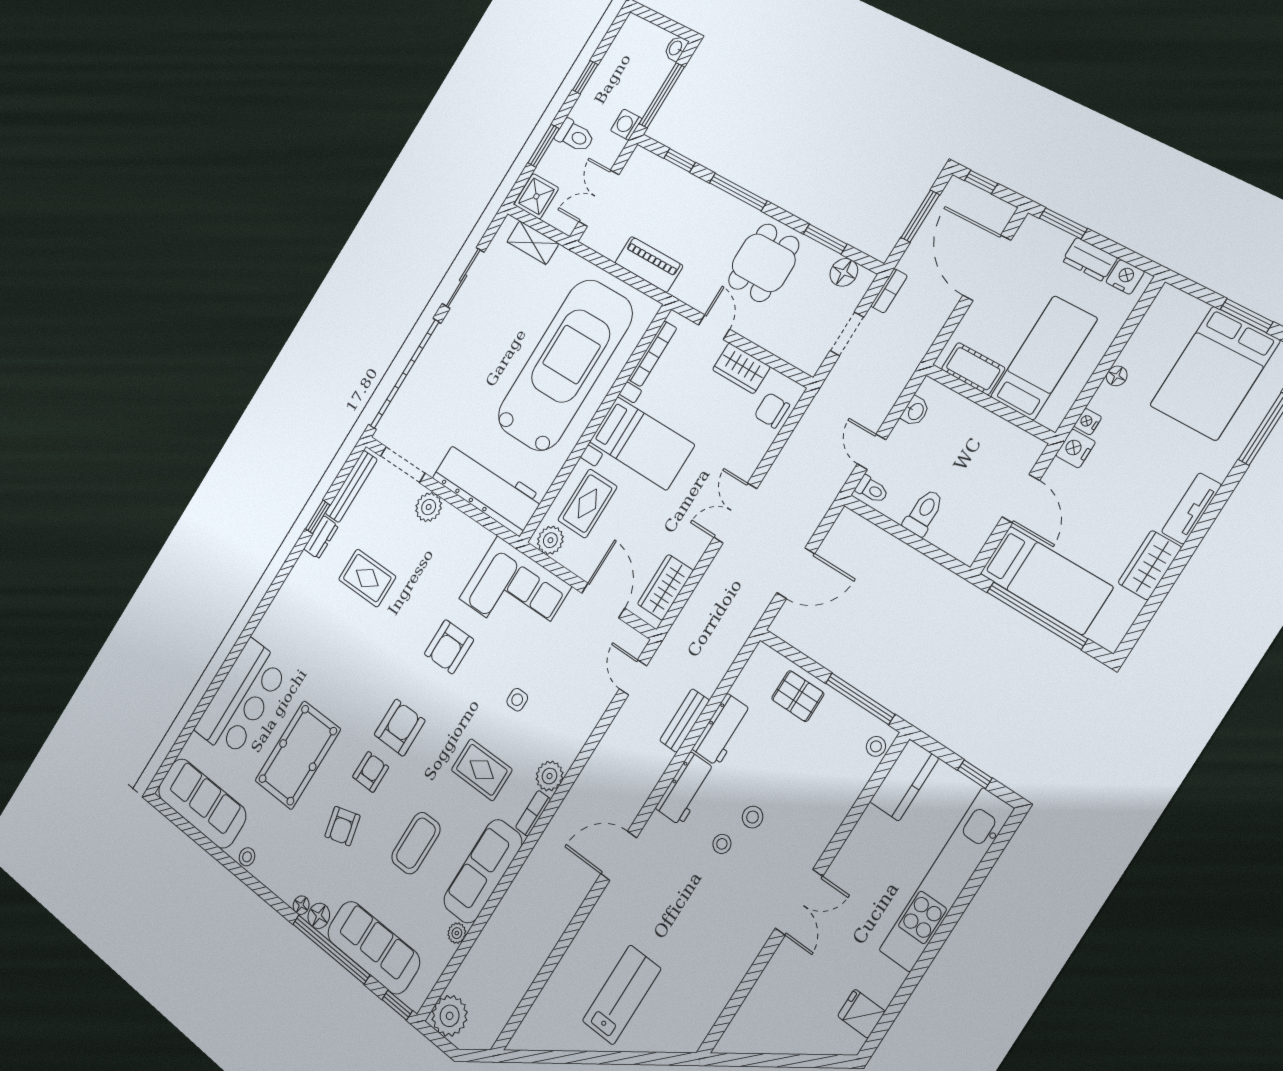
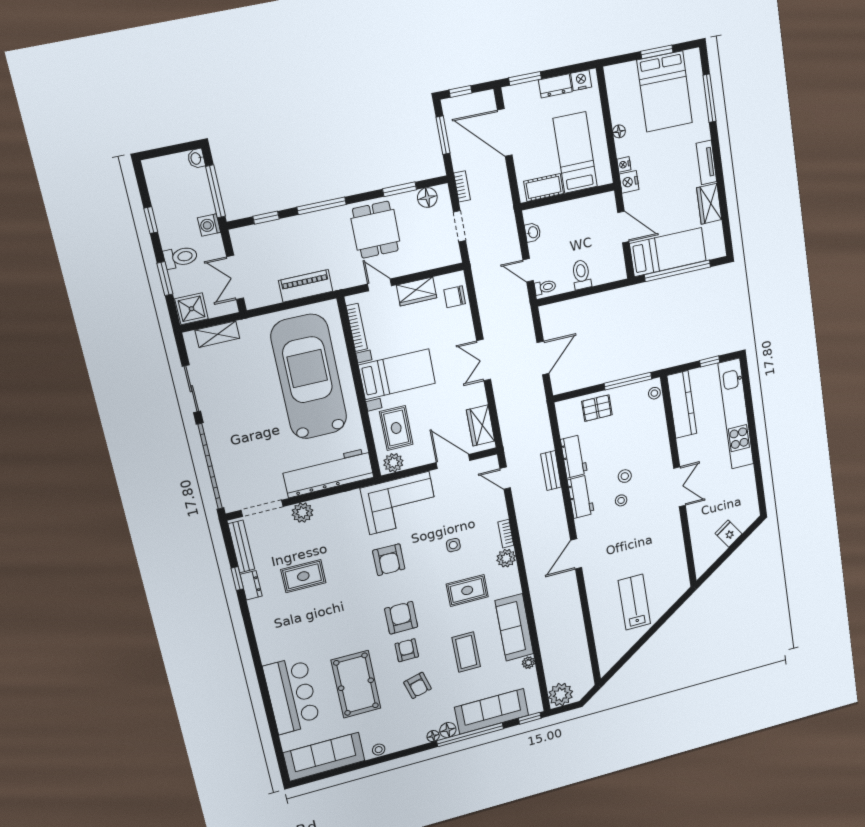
kitchen counter: (904, 780) -> (682, 405), width x1.50
bookcase: (533, 813) -> (506, 534), moved
fridge: (861, 1014) -> (729, 534), moved, turned 56

